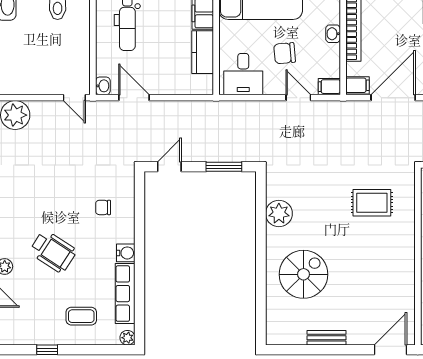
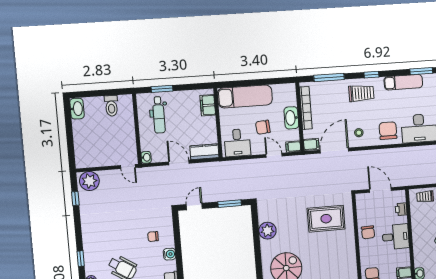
washbasin: (333, 34) -> (291, 118), width x1.91, depth x1.45
kitchen counter: (203, 52) -> (204, 152), moved, turned 90
door: (134, 98) -> (179, 163), moved
rug: (372, 203) -> (326, 219), width x1.36, depth x1.43
water cooler: (126, 253) -> (170, 254), moved

